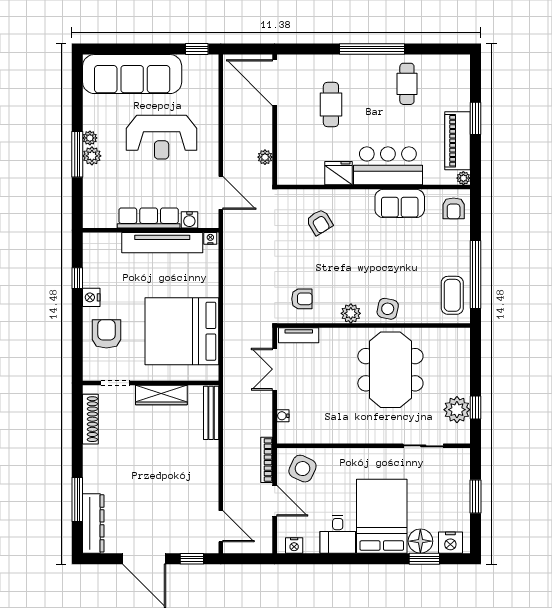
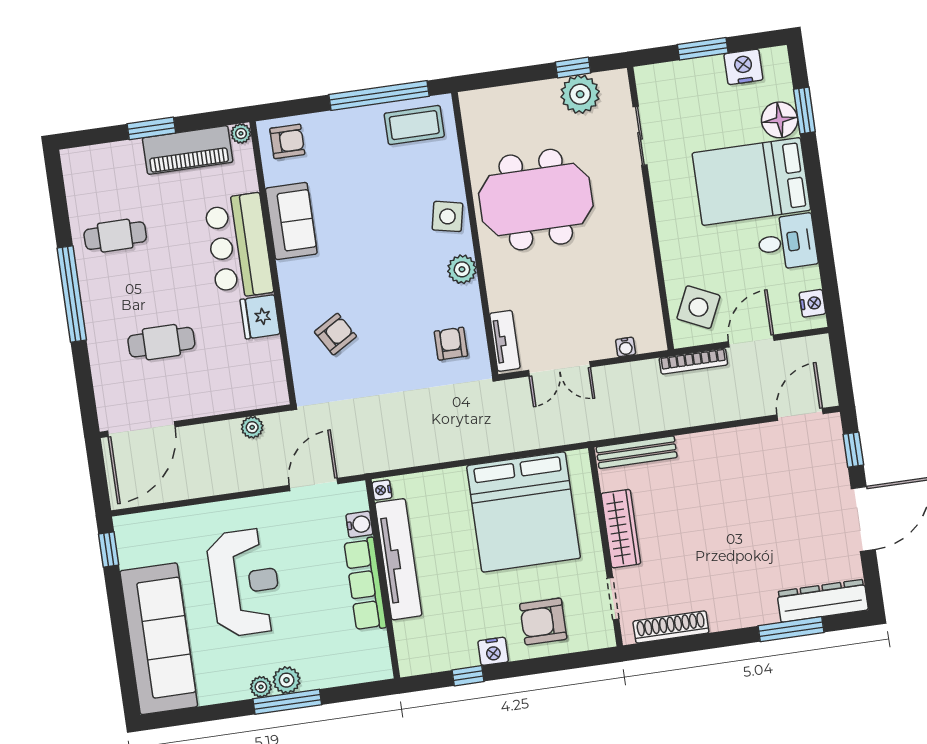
nightstand: (450, 543) -> (743, 67), moved, turned -90

